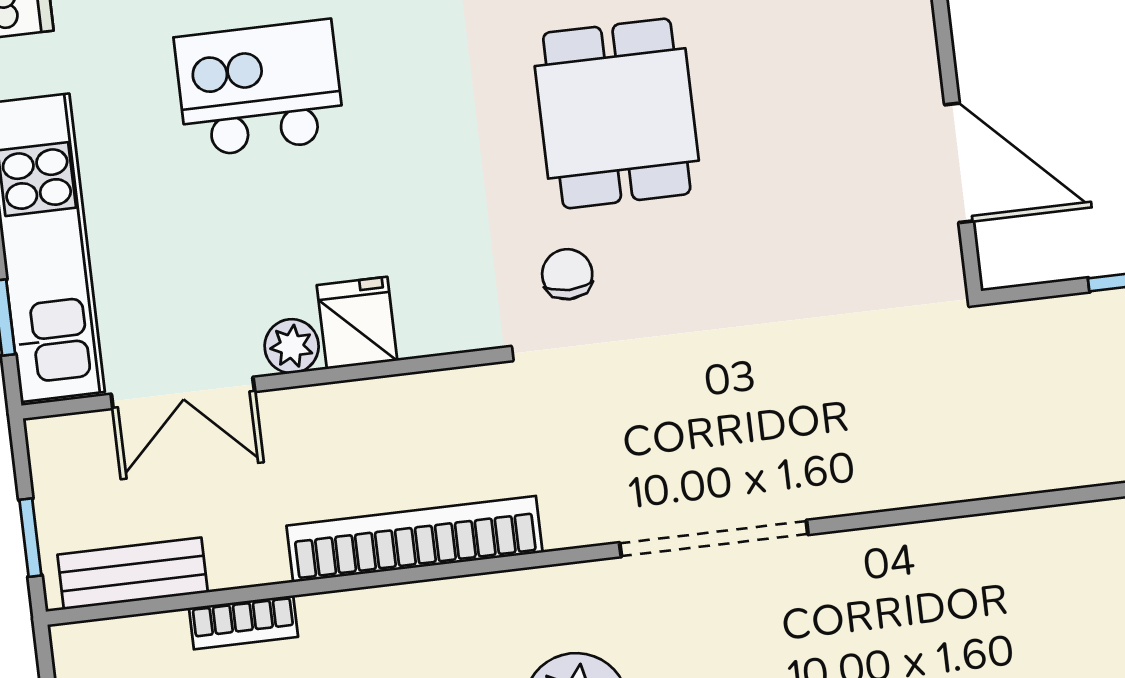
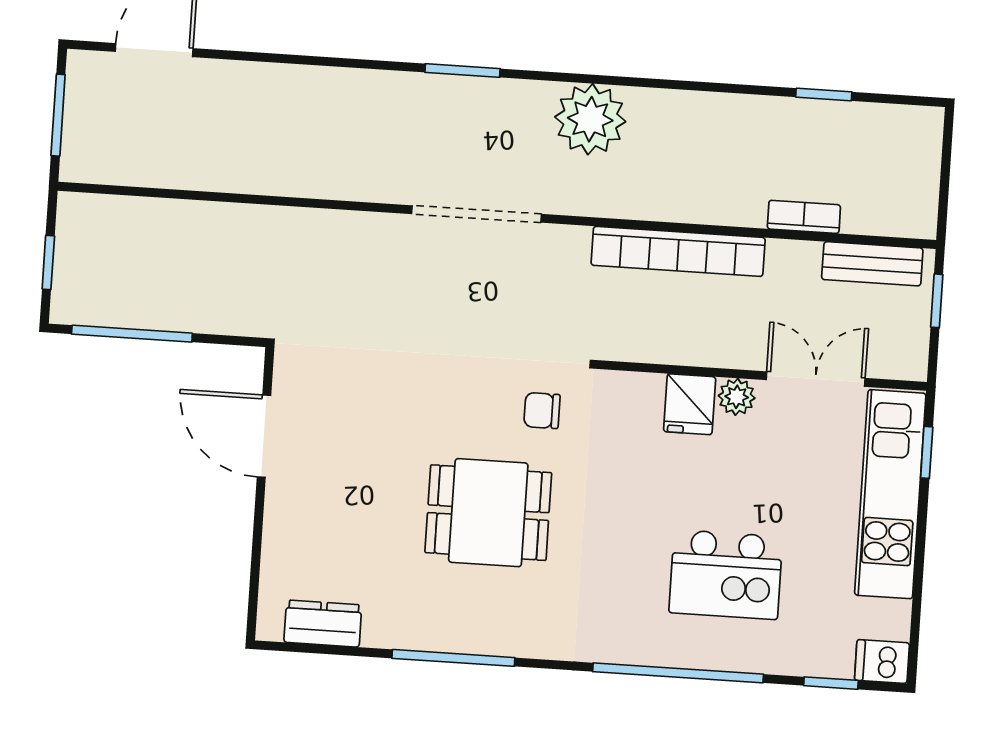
dining table: (617, 113) -> (488, 513), turned 90
chair: (567, 274) -> (542, 411), turned 90

